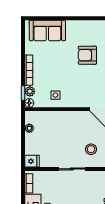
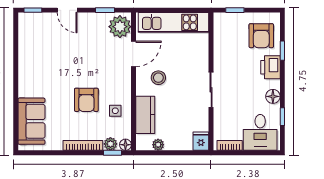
armchair: (87, 55) -> (86, 100), moved
kitchen counter: (52, 118) -> (145, 115), added
stool: (91, 149) -> (158, 78), moved

